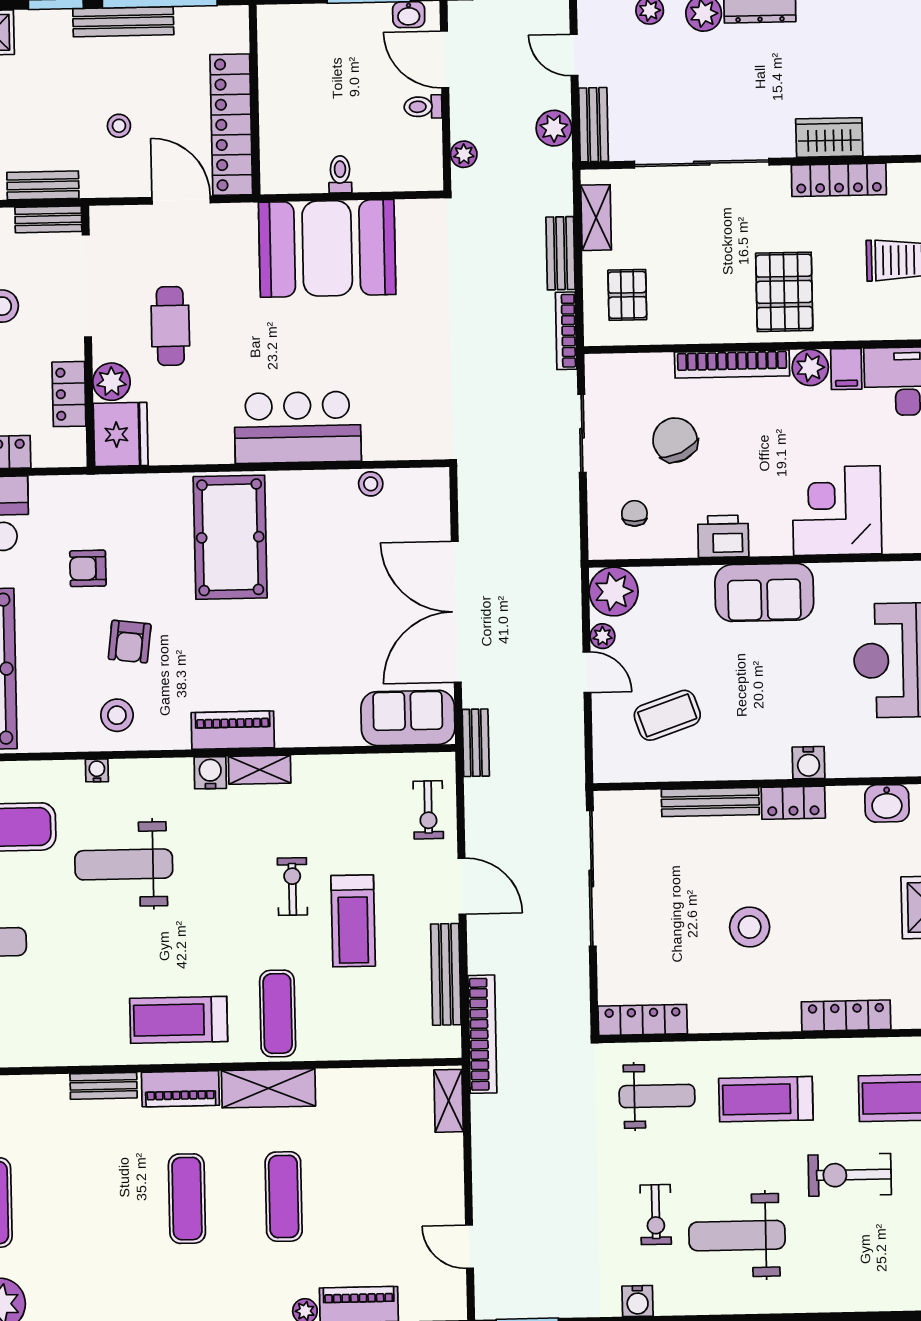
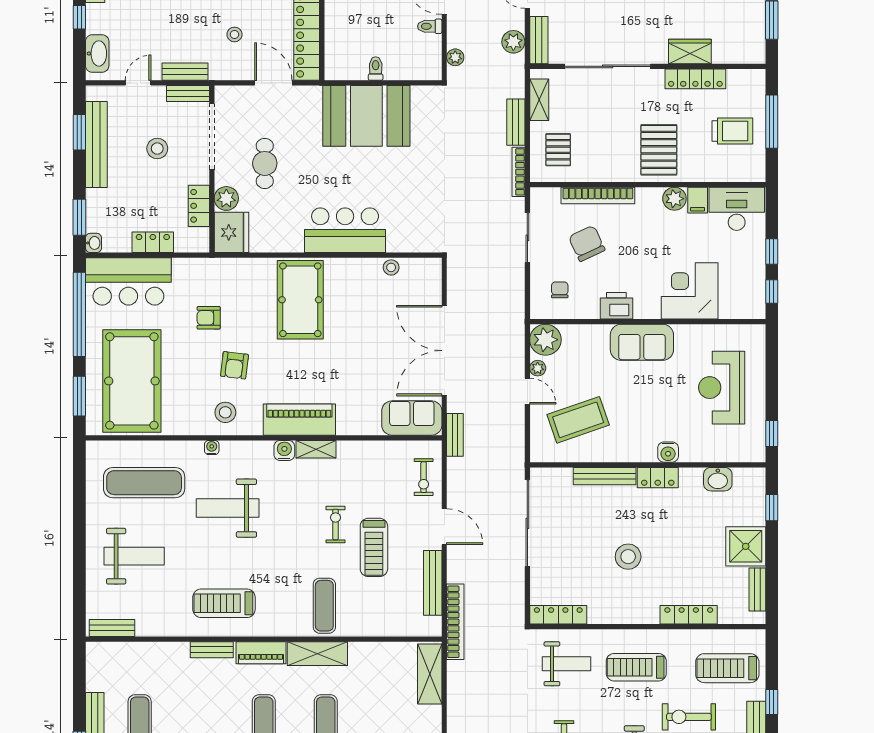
bookcase: (732, 364) -> (598, 195), moved
coffee table: (667, 715) -> (578, 420), width x1.36, depth x1.32
piano: (233, 730) -> (299, 420), width x1.37, depth x1.33
treadmill: (179, 1020) -> (224, 603), moved
shelving: (449, 1101) -> (430, 674), width x1.50, depth x1.33

